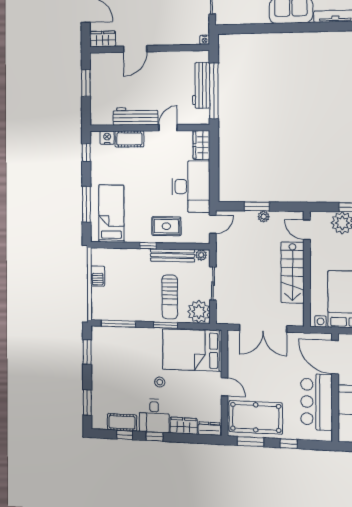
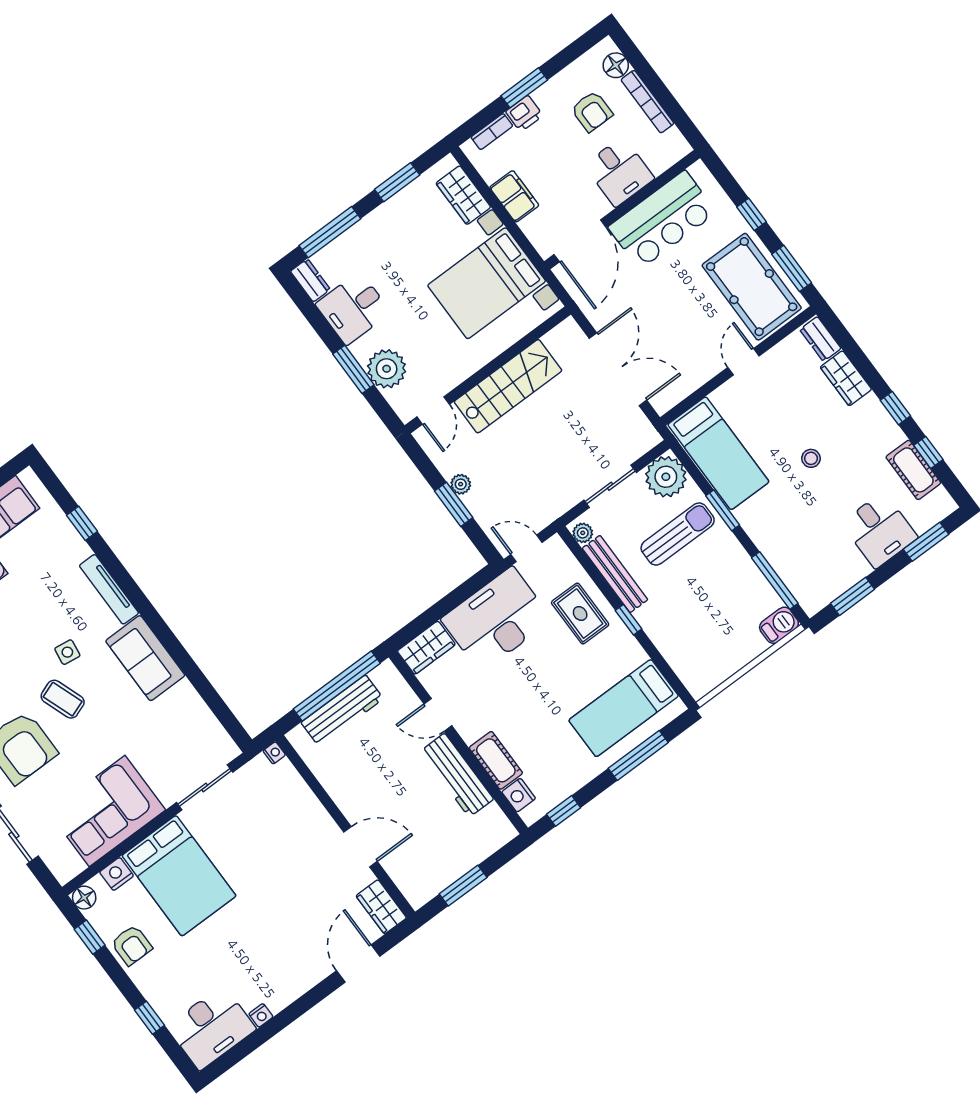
barbecue: (98, 276) -> (779, 625), moved
bed: (192, 350) -> (718, 453), width x0.67
desk: (154, 416) -> (879, 530), moved, turned 90

